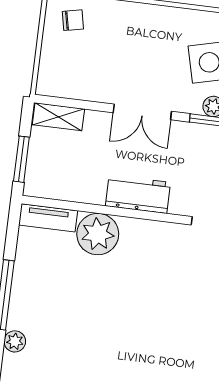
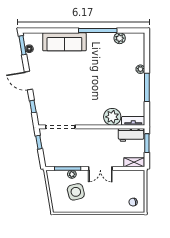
double door: (142, 112) -> (100, 168), swing flipped
workbench: (138, 194) -> (131, 135), moved

